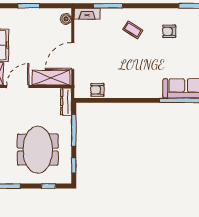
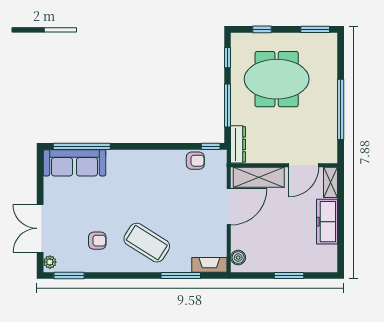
coffee table: (133, 30) -> (147, 243), width x1.86, depth x1.72
window: (86, 100) -> (211, 146), added
meeting table: (38, 150) -> (277, 79), turned 90

